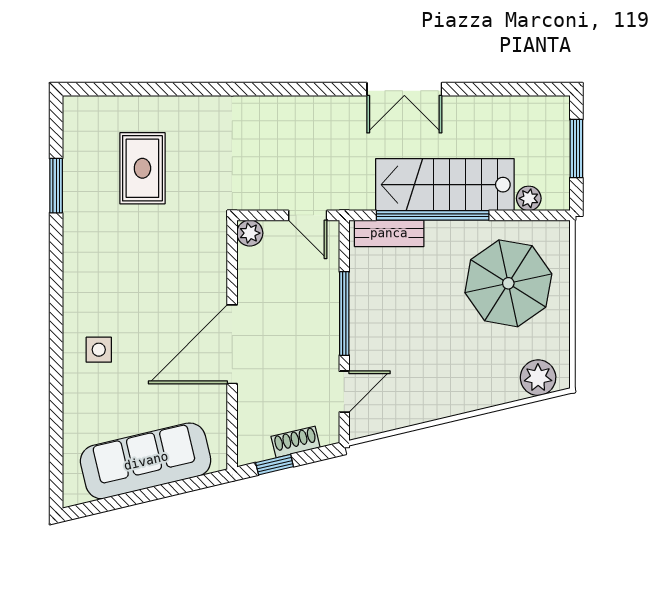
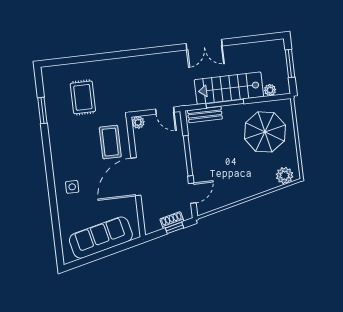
window: (433, 215) -> (225, 104), width x0.68
coffee table: (188, 267) -> (110, 142), added
window: (275, 465) -> (174, 228), moved

